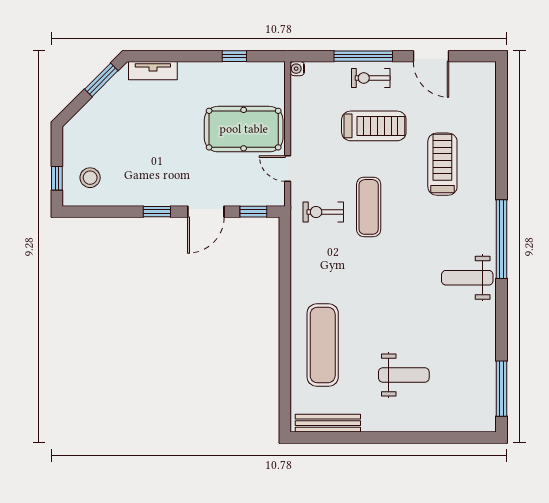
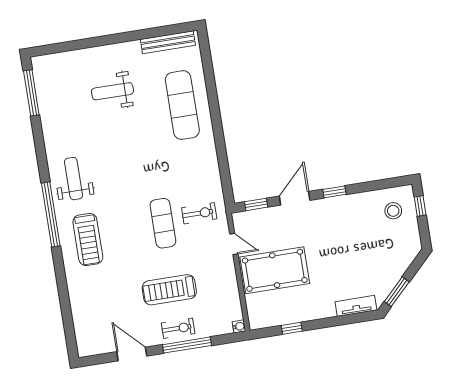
treadmill: (442, 164) -> (88, 239), moved
weight bench: (467, 278) -> (74, 179), turned -90

